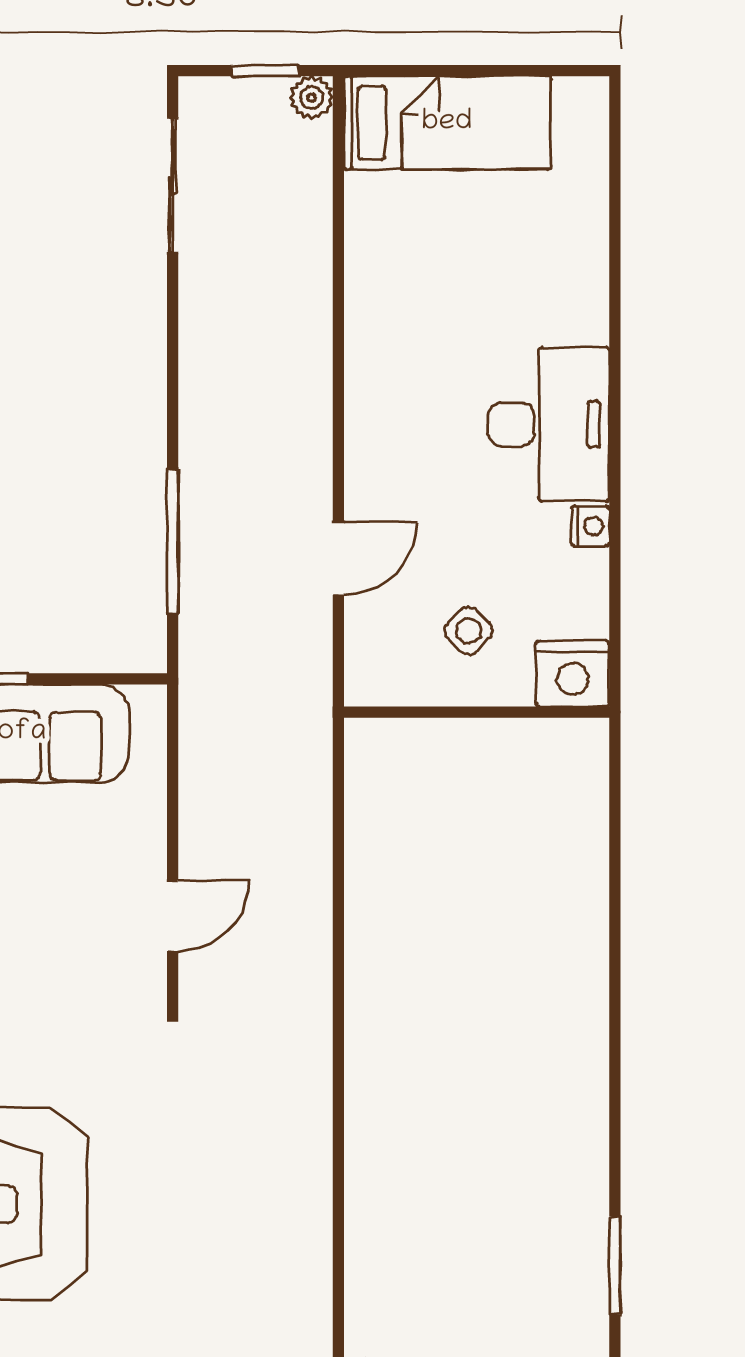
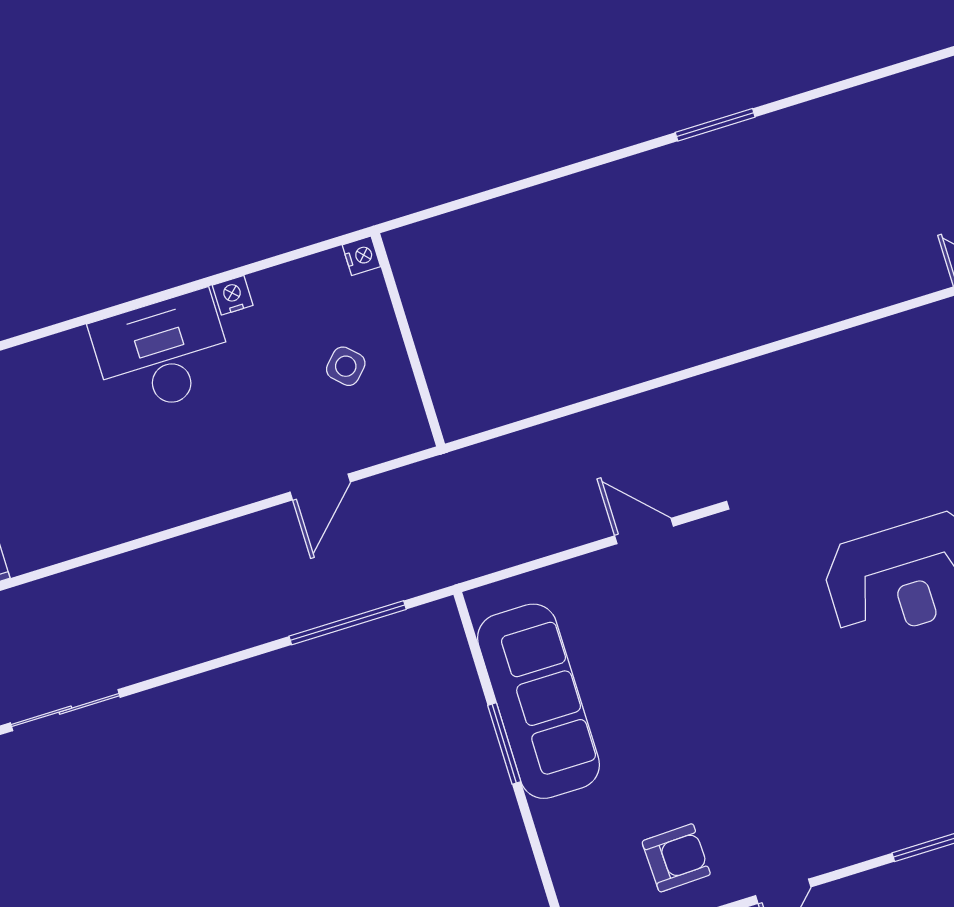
door: (338, 558) -> (320, 487), swing flipped
nightstand: (573, 674) -> (361, 256), width x0.53, depth x0.56
window: (615, 1265) -> (715, 125), moved

